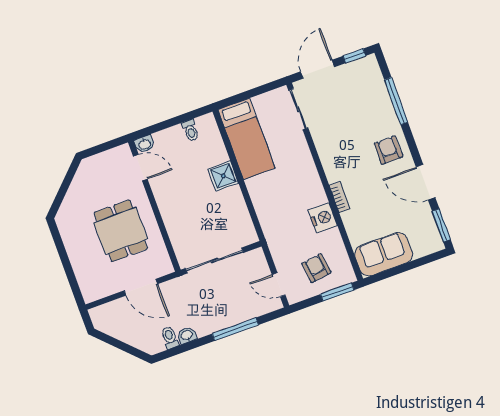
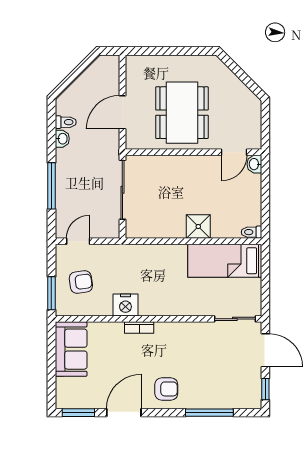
toilet: (191, 130) -> (252, 232), moved
dining table: (121, 231) -> (182, 113), width x1.38

